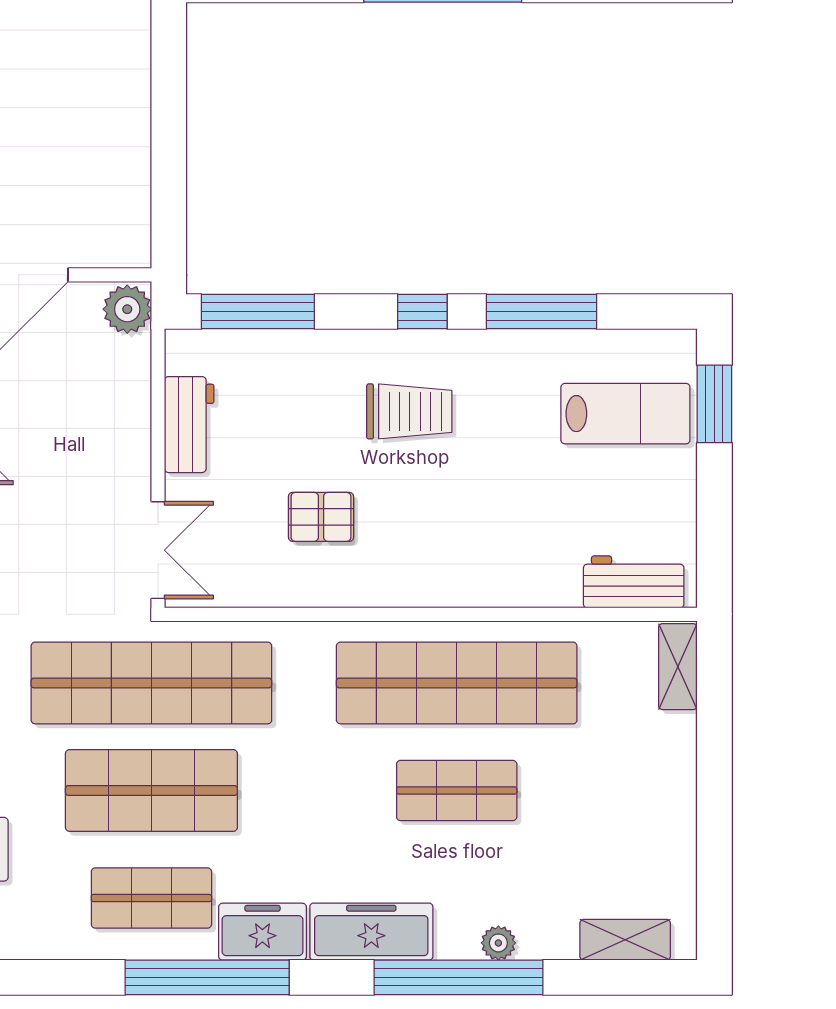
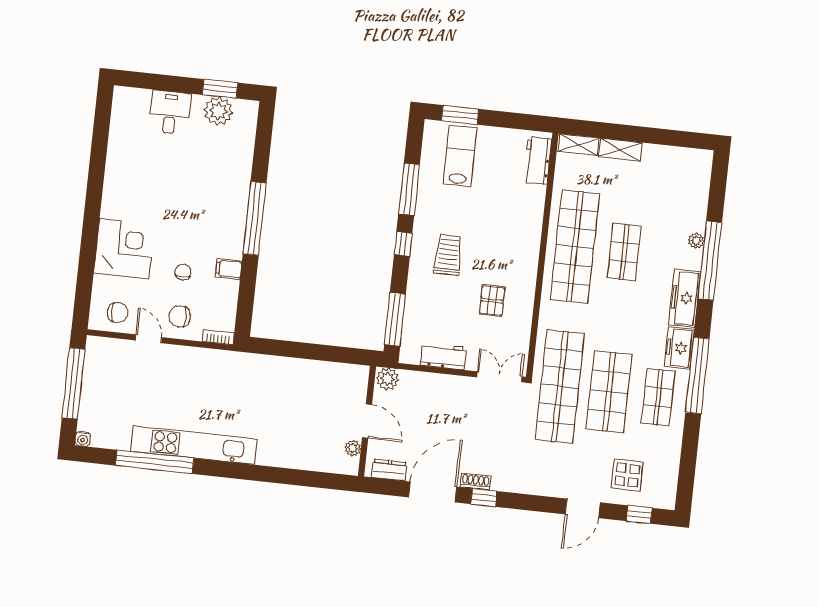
shelving: (625, 940) -> (620, 150), moved, turned 90

